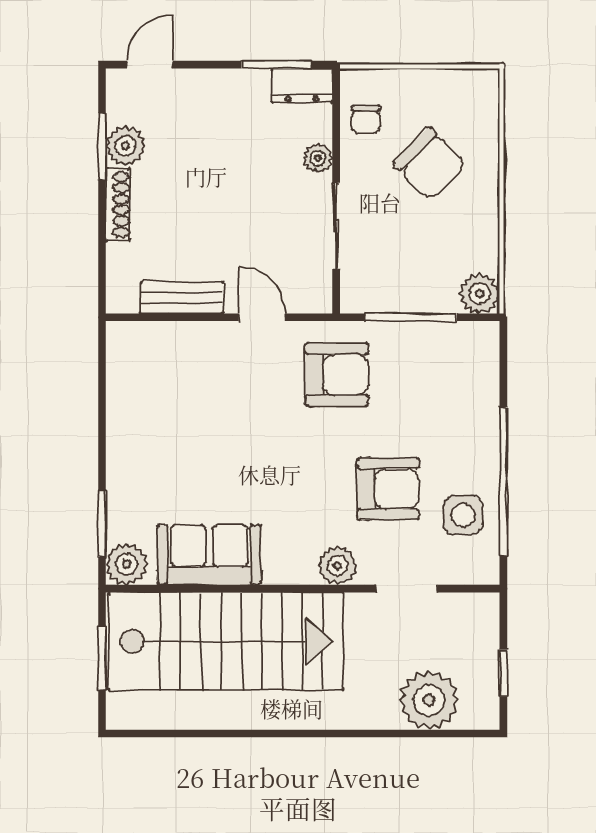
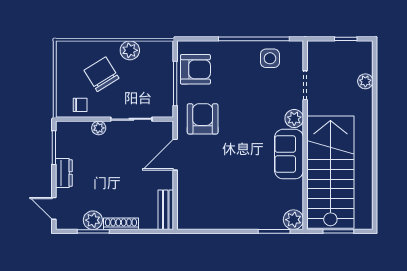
dresser: (302, 85) -> (64, 173), moved
chair: (430, 164) -> (102, 74), turned -77
plant: (480, 294) -> (130, 50), moved
bench: (182, 298) -> (166, 210), moved
door: (262, 317) -> (175, 155), width x1.38
armchair: (388, 489) -> (195, 69), moved, turned 90
sofa: (209, 555) -> (289, 154), moved
plant: (429, 700) -> (365, 81), width x0.53, depth x0.53

